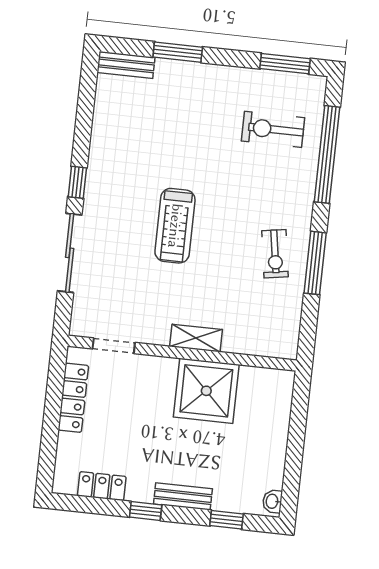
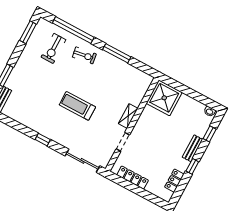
treadmill: (175, 226) -> (77, 106), turned 180
sliding door: (70, 253) -> (83, 161), moved
exercise bike: (275, 254) -> (84, 55), moved
doorway: (114, 346) -> (123, 142), moved
shower: (206, 391) -> (164, 98), moved

